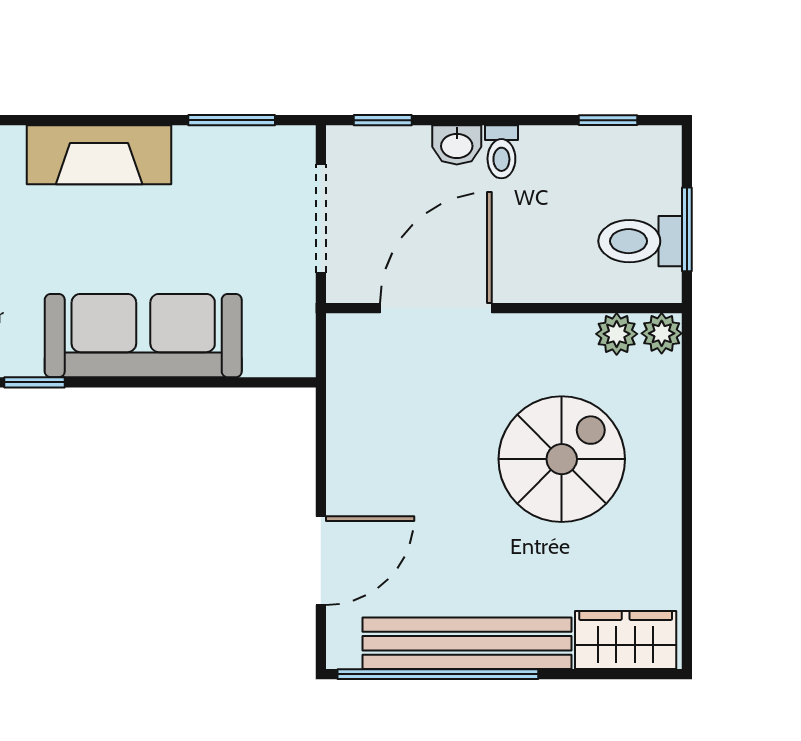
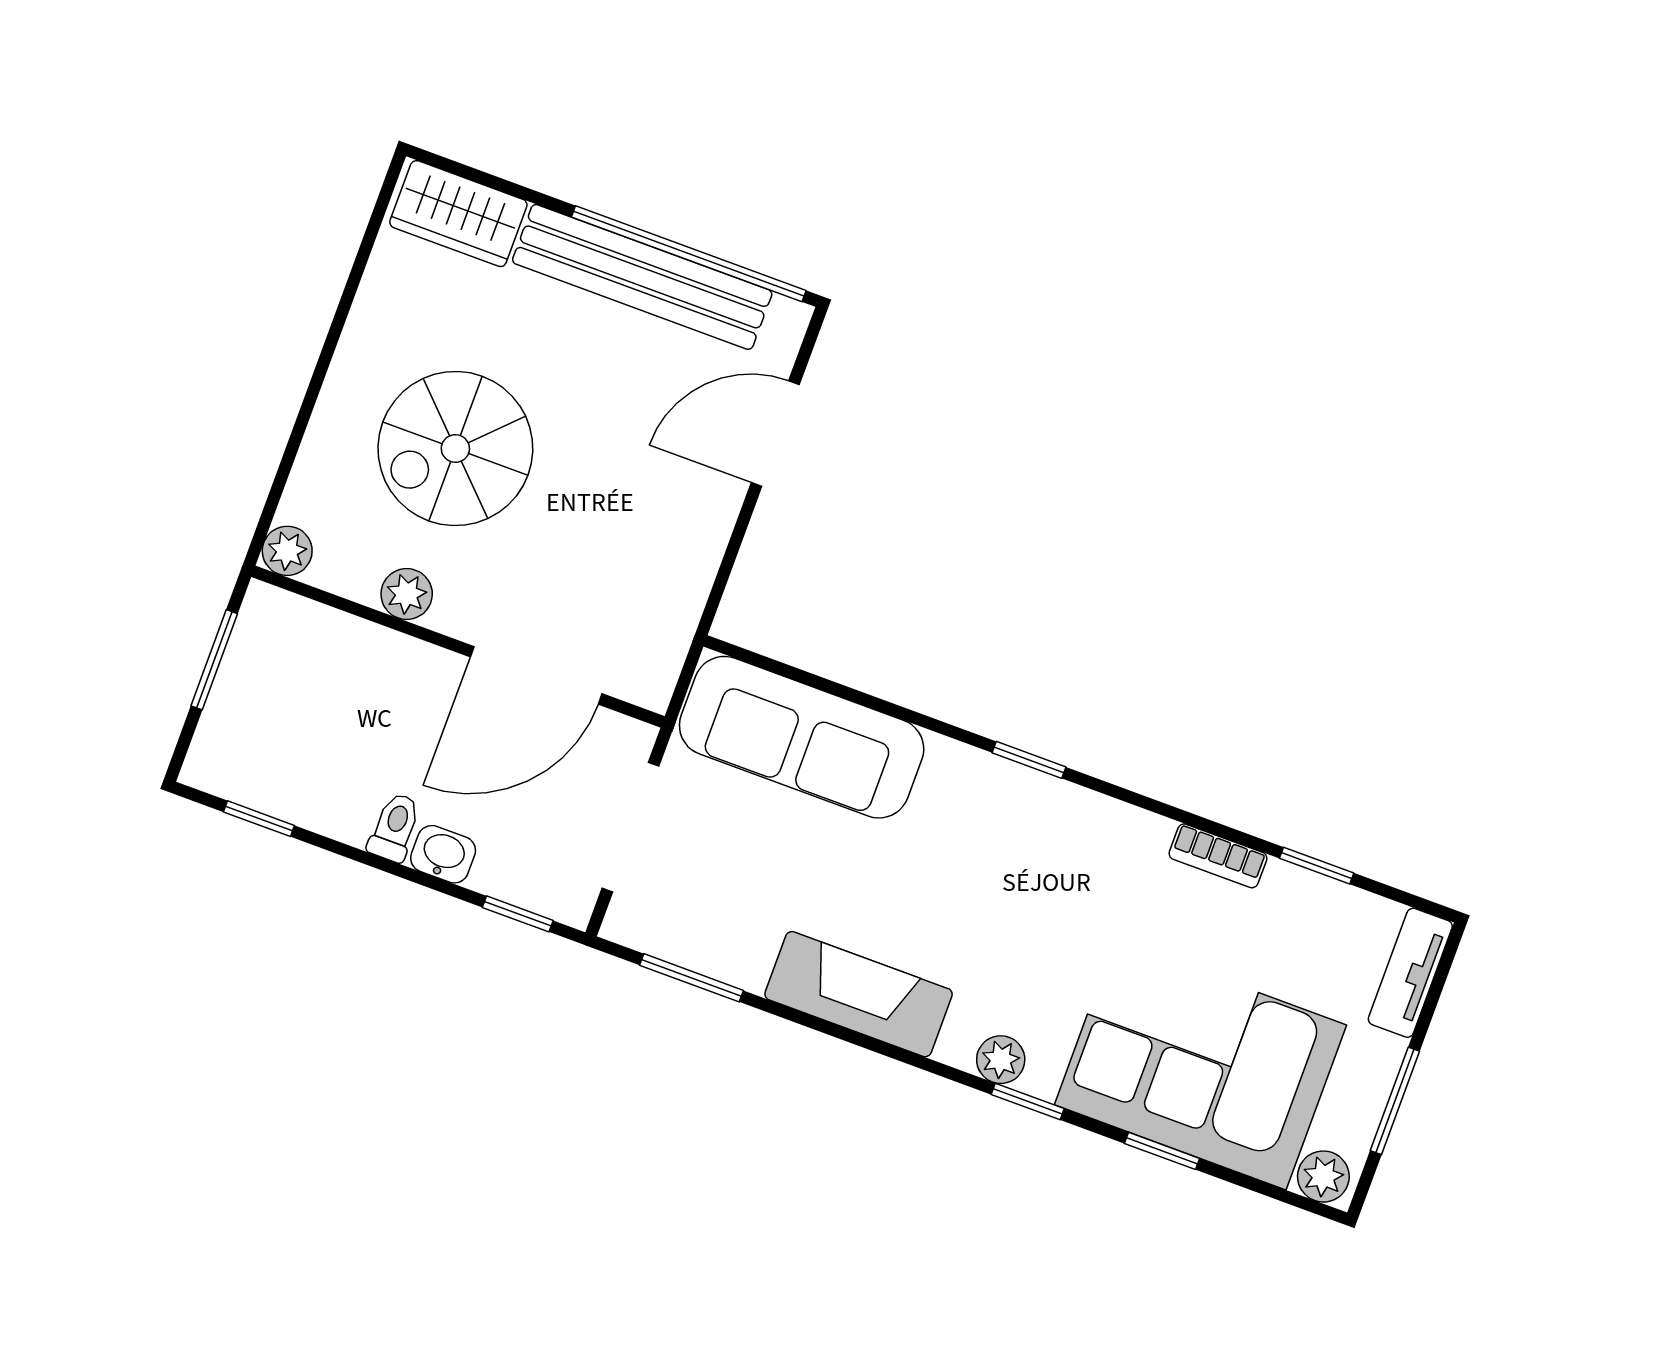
toilet: (640, 241) -> (273, 666), removed
plant: (617, 334) -> (407, 594), moved
sofa: (143, 336) -> (802, 737), moved

